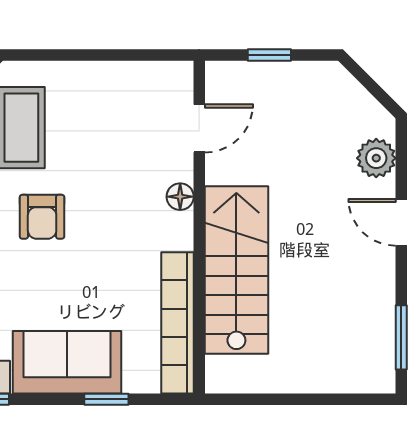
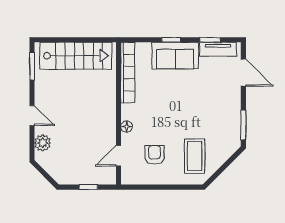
armchair: (42, 217) -> (154, 155), moved
stairs: (236, 270) -> (76, 56), moved, turned -90
window: (106, 399) -> (171, 40), moved

